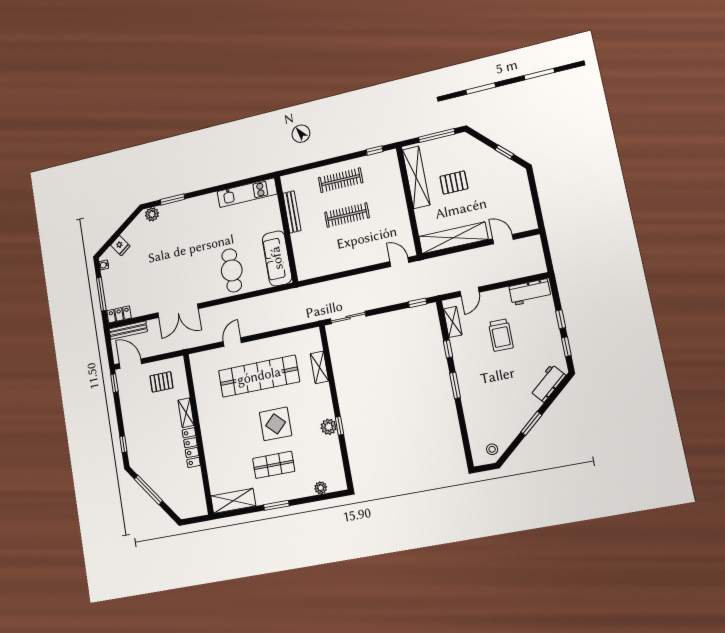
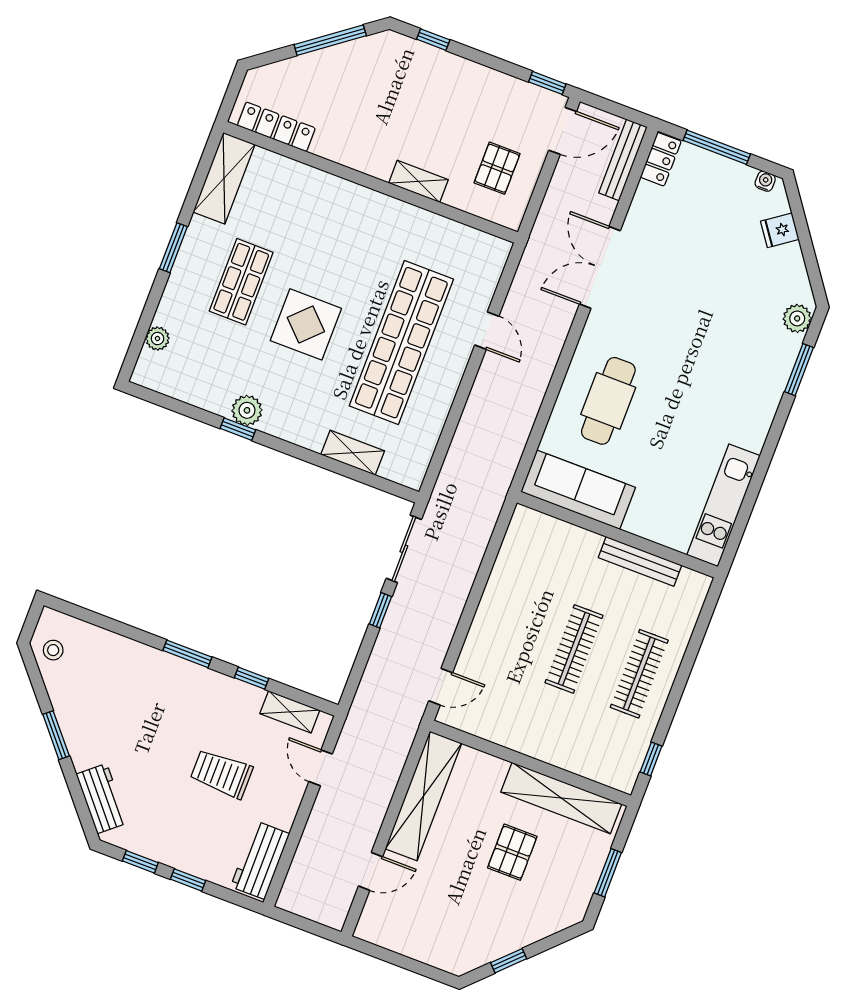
window: (437, 136) -> (608, 873), width x0.69
cafe table: (232, 270) -> (608, 401), turned 90
window: (418, 303) -> (380, 610), moved
locker: (191, 448) -> (276, 127), moved

